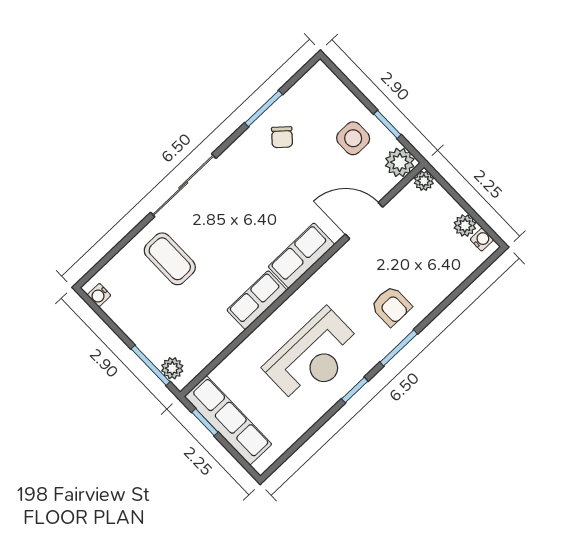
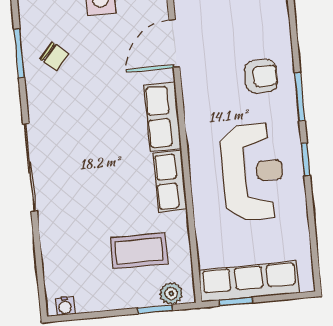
coffee table: (170, 259) -> (139, 251), moved
window: (150, 365) -> (155, 309), width x0.67

